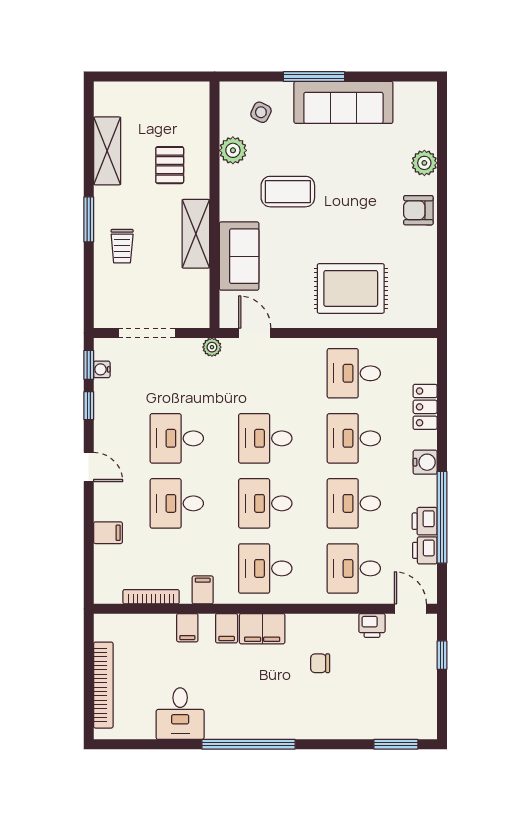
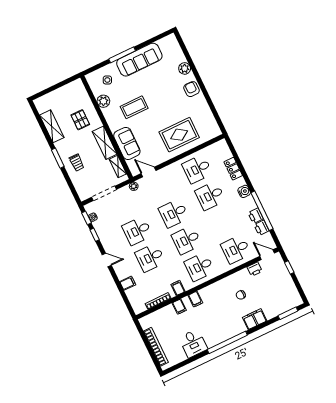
armchair: (418, 210) -> (192, 89), turned 90
shelving: (199, 293) -> (118, 166), added
desk: (354, 503) -> (223, 222), removed
filing cabinet: (262, 629) -> (255, 319), moved, turned 180

